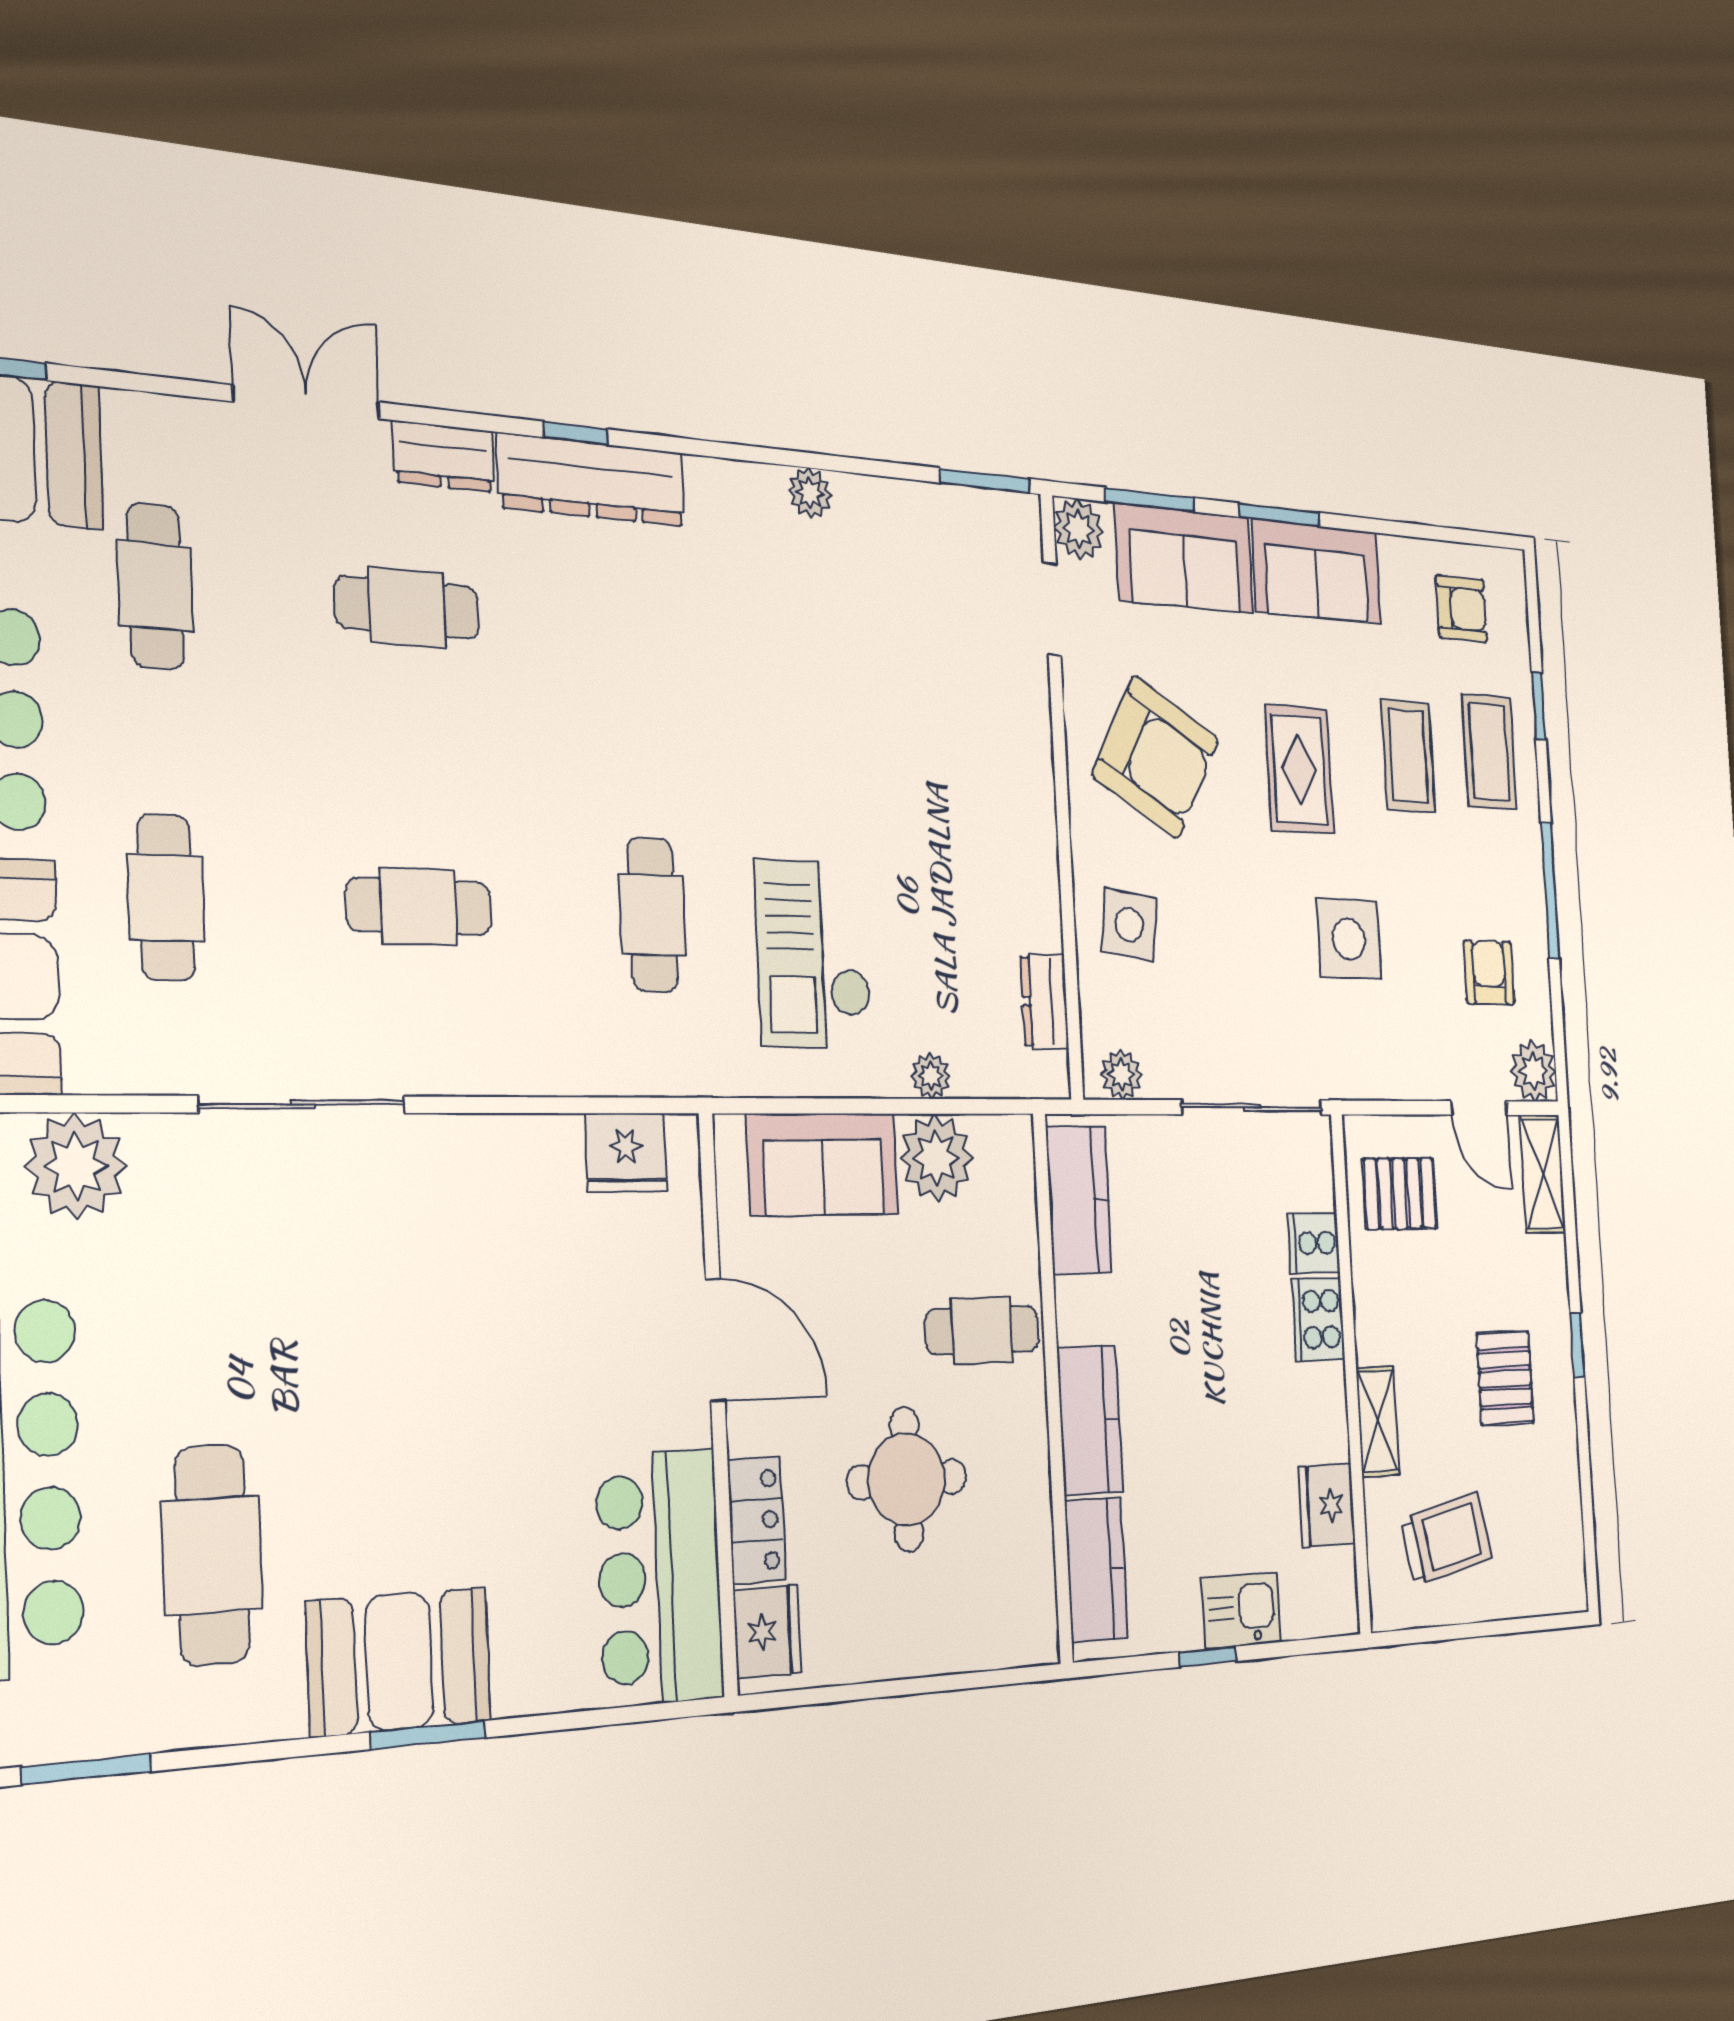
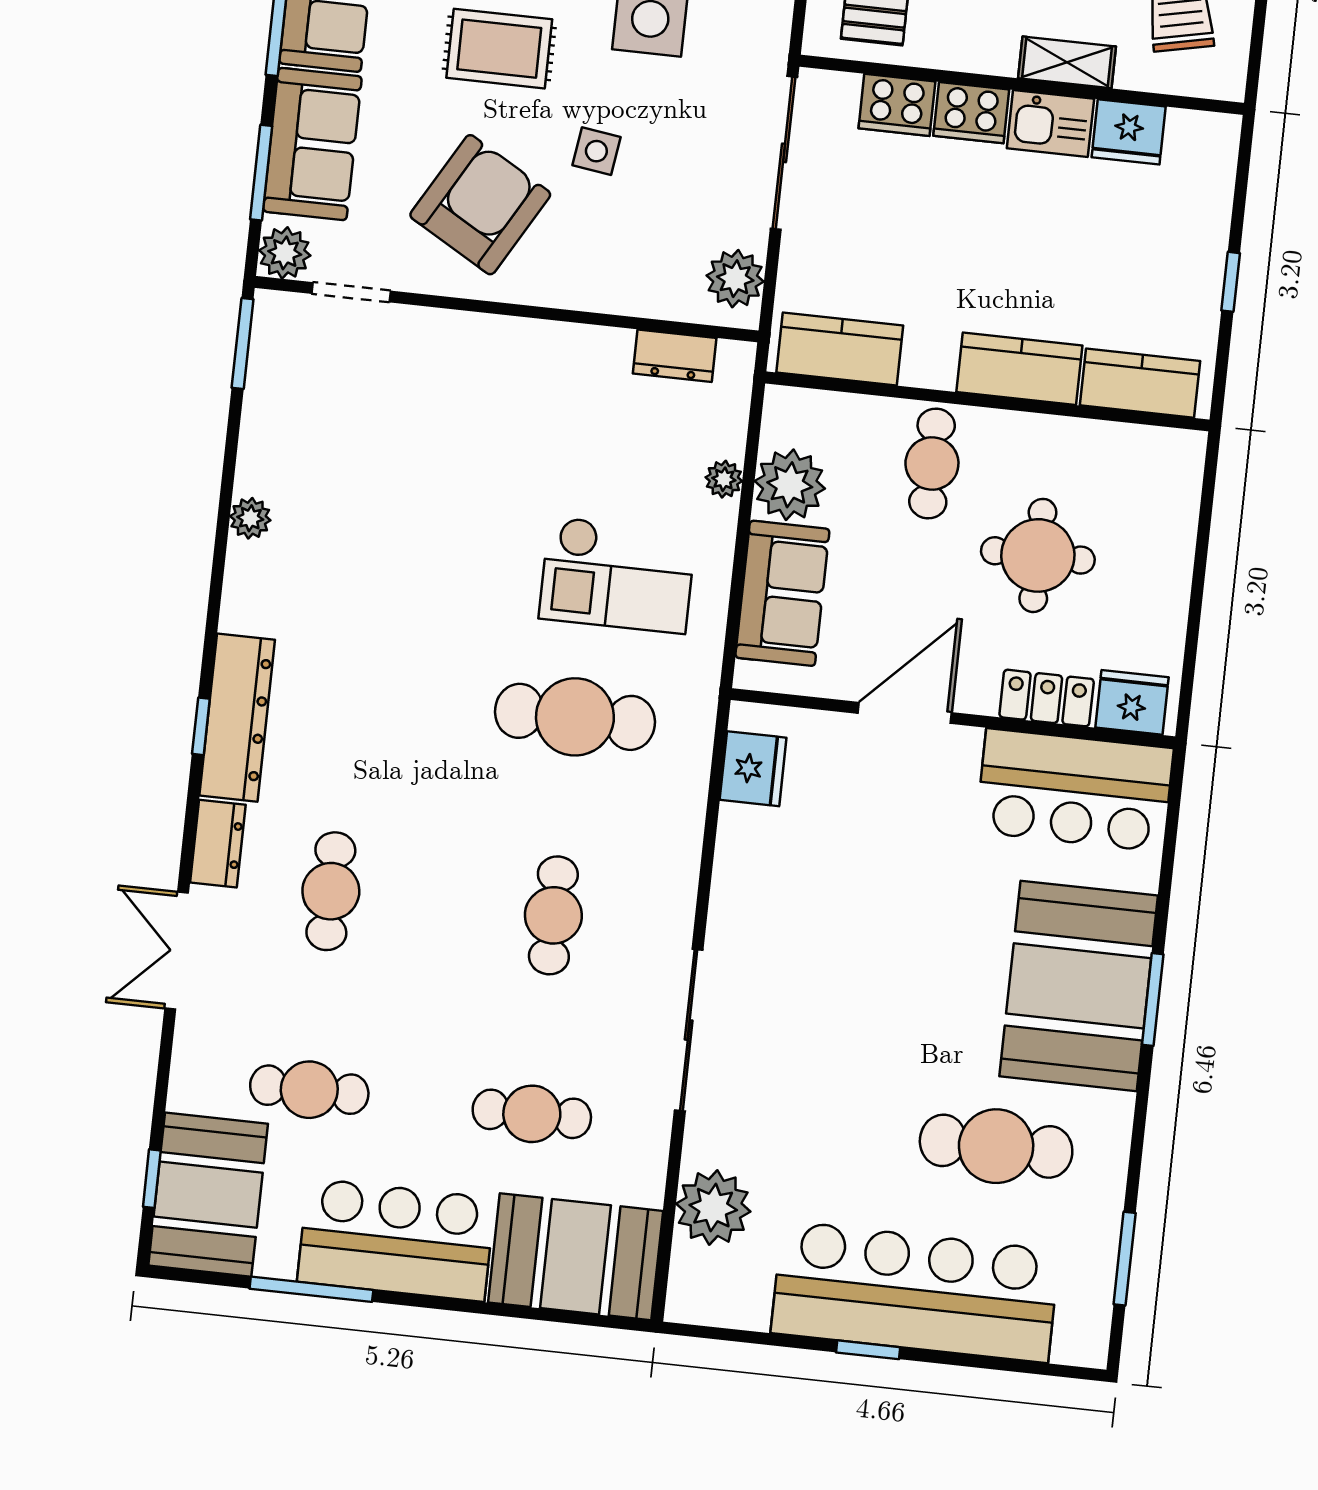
cafe table: (652, 915) -> (575, 717), width x1.37, depth x1.35
side table: (1129, 925) -> (596, 151), moved, width x0.73, depth x0.73
plant: (1122, 1075) -> (735, 279), width x1.38, depth x1.38
cooker: (1314, 1243) -> (897, 105), width x1.36
kitchen sink: (1241, 1610) -> (1050, 124), moved, turned -90
booth: (399, 1661) -> (1079, 986), width x1.36, depth x1.42

